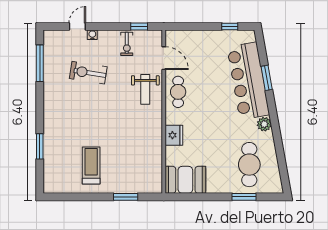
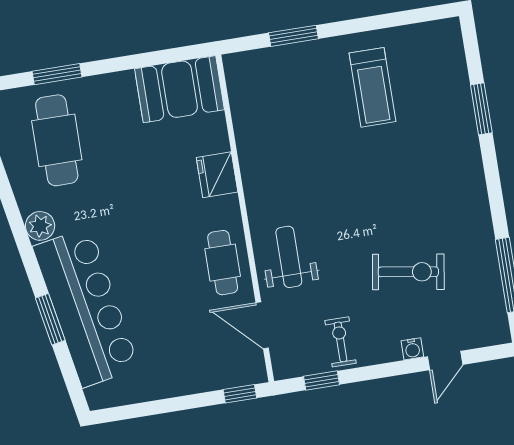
window: (230, 27) -> (240, 394), moved

